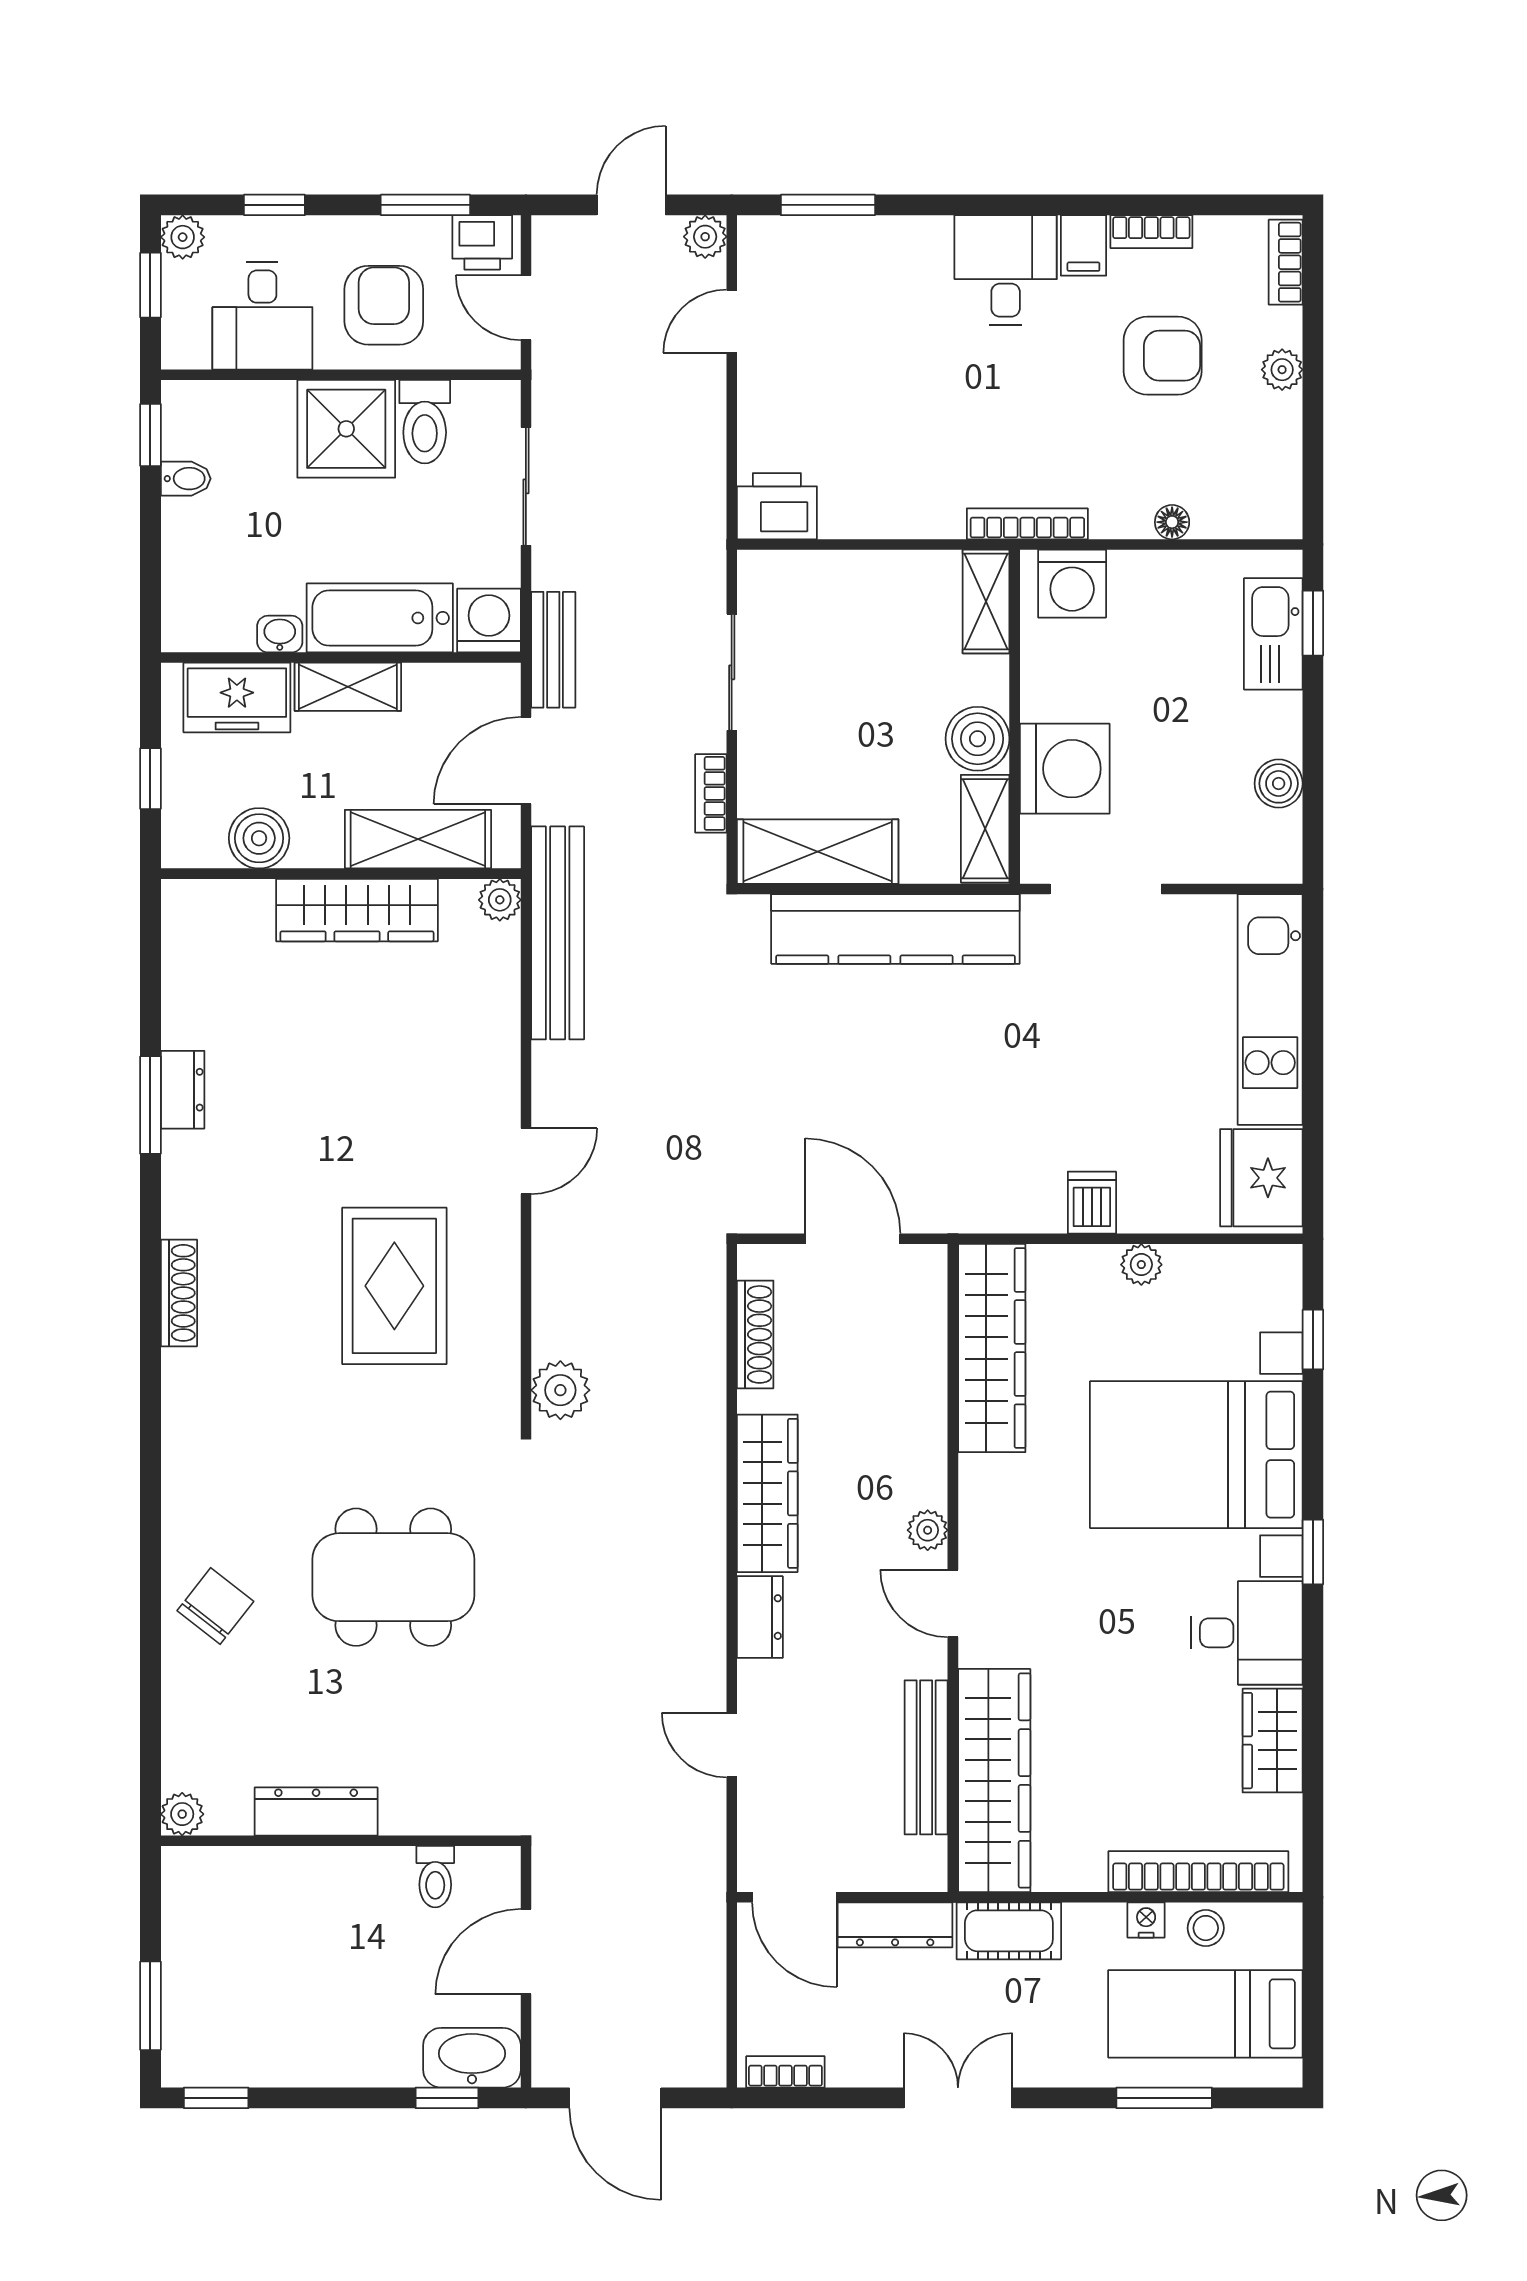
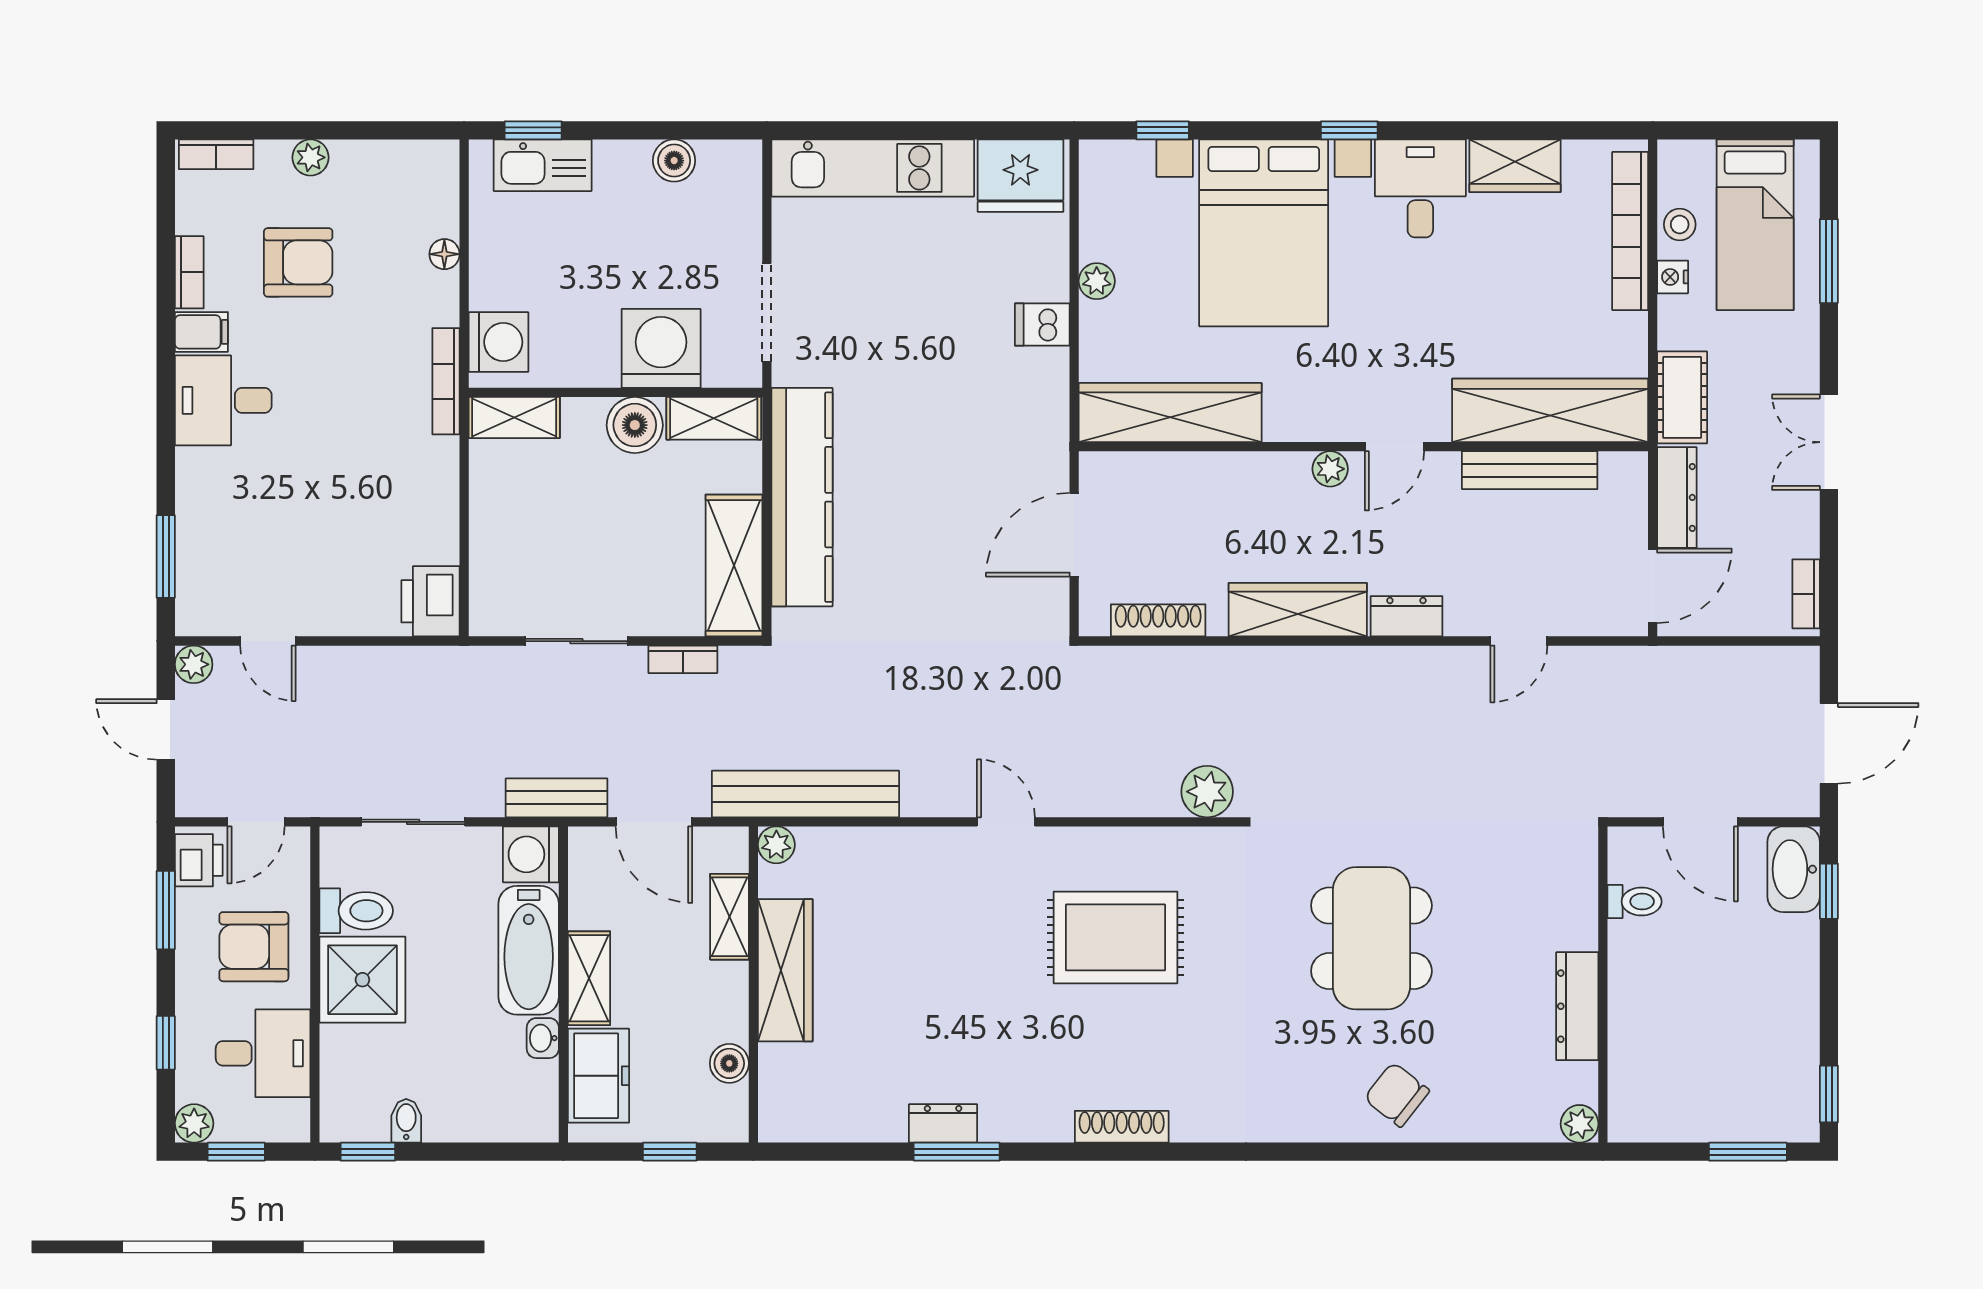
armchair: (1163, 356) -> (298, 262), turned 90
boiler: (259, 838) -> (729, 1063), width x0.73, depth x0.73
shelving: (418, 839) -> (729, 917), width x0.67, depth x0.75

